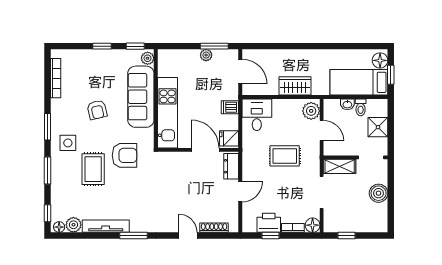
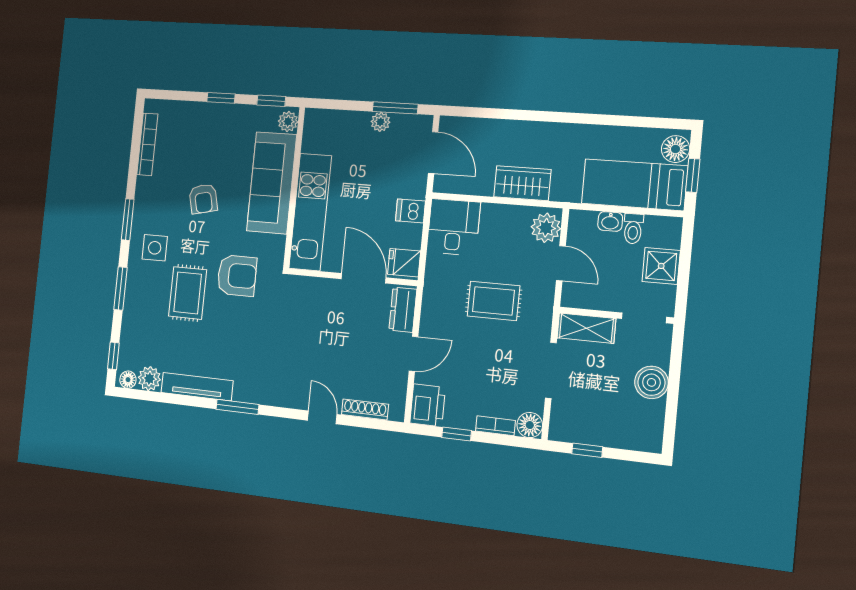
printer: (269, 223) -> (428, 405), moved, turned 90

